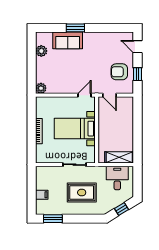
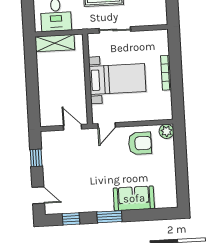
window: (75, 28) -> (109, 217), moved
window: (114, 28) -> (71, 219), added
plant: (41, 51) -> (169, 182), removed
armchair: (119, 72) -> (140, 143), moved

